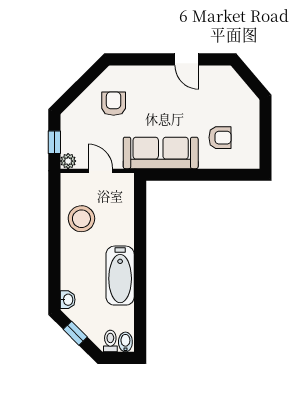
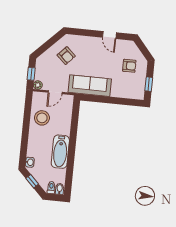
armchair: (114, 104) -> (66, 56), turned 133
armchair: (220, 138) -> (129, 66), moved
window: (265, 140) -> (149, 84), added
door: (100, 171) -> (55, 92), swing flipped

